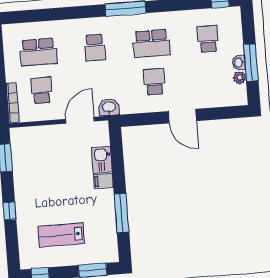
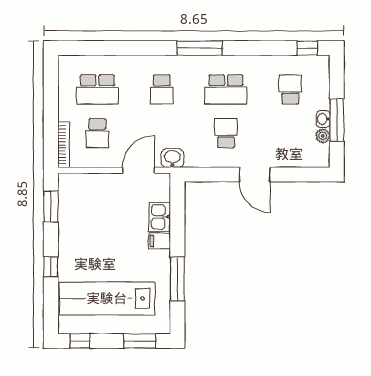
school desk: (41, 90) -> (97, 133), turned 180
lab bench: (61, 235) -> (107, 298), width x1.86, depth x1.39

